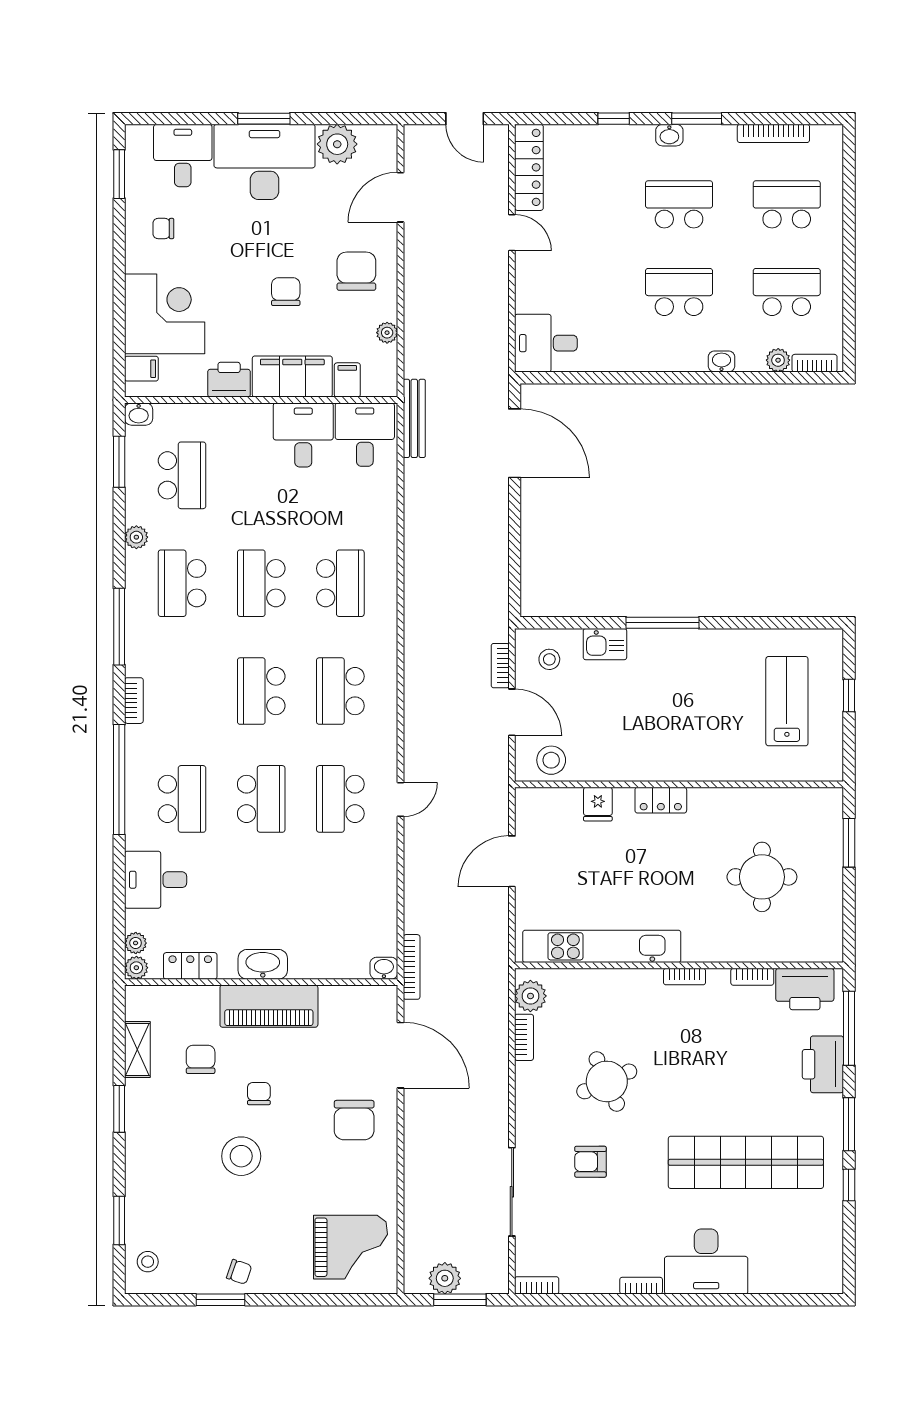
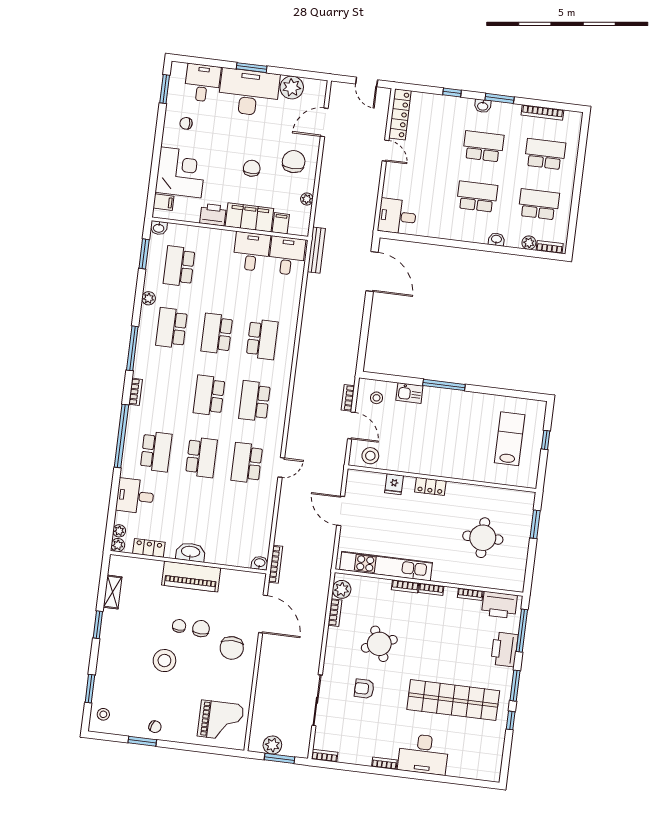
school desk: (182, 475) -> (179, 266), turned 180
door: (512, 861) -> (341, 511), hinge flipped
bookcase: (639, 977) -> (405, 586), added
chair: (201, 1059) -> (201, 629), moved

